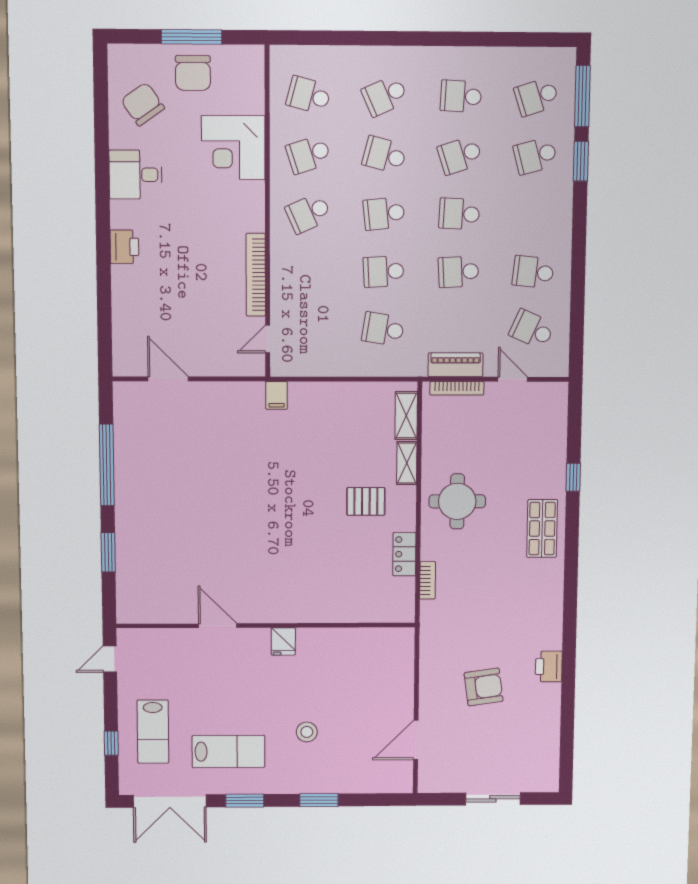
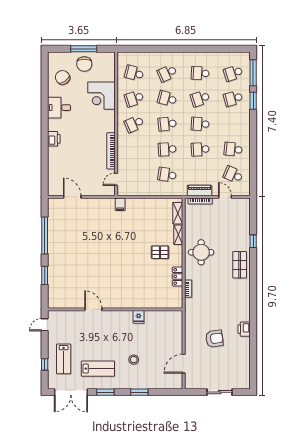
fridge: (283, 641) -> (139, 317), moved

